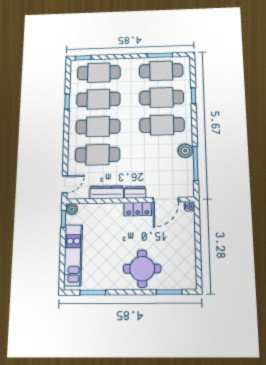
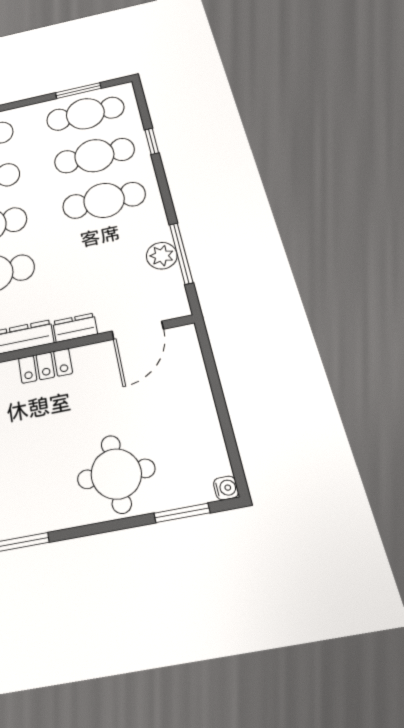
plant: (185, 151) -> (162, 256), moved
water cooler: (190, 206) -> (226, 488), moved
locker: (138, 209) -> (45, 366), moved

